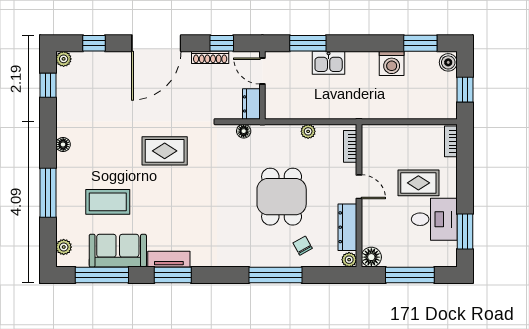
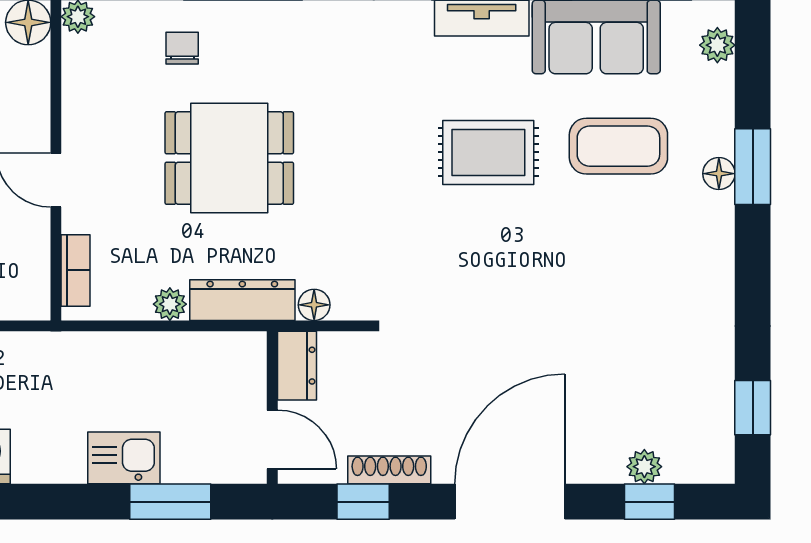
plant: (64, 59) -> (644, 467), moved
floor lamp: (63, 144) -> (719, 174), moved
rug: (165, 151) -> (488, 152), moved
window: (48, 193) -> (753, 167), width x0.69
dining table: (282, 197) -> (229, 158), turned 90
dresser: (347, 227) -> (242, 300), moved, turned -90
chair: (303, 246) -> (182, 48), turned -151

